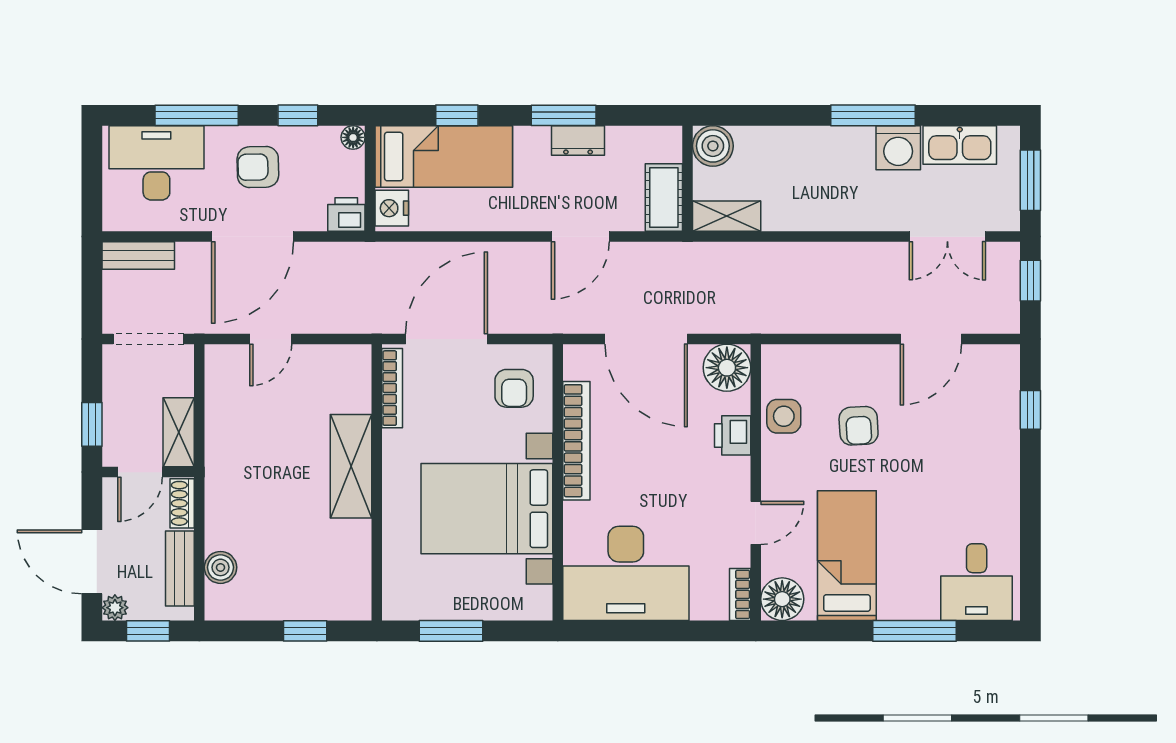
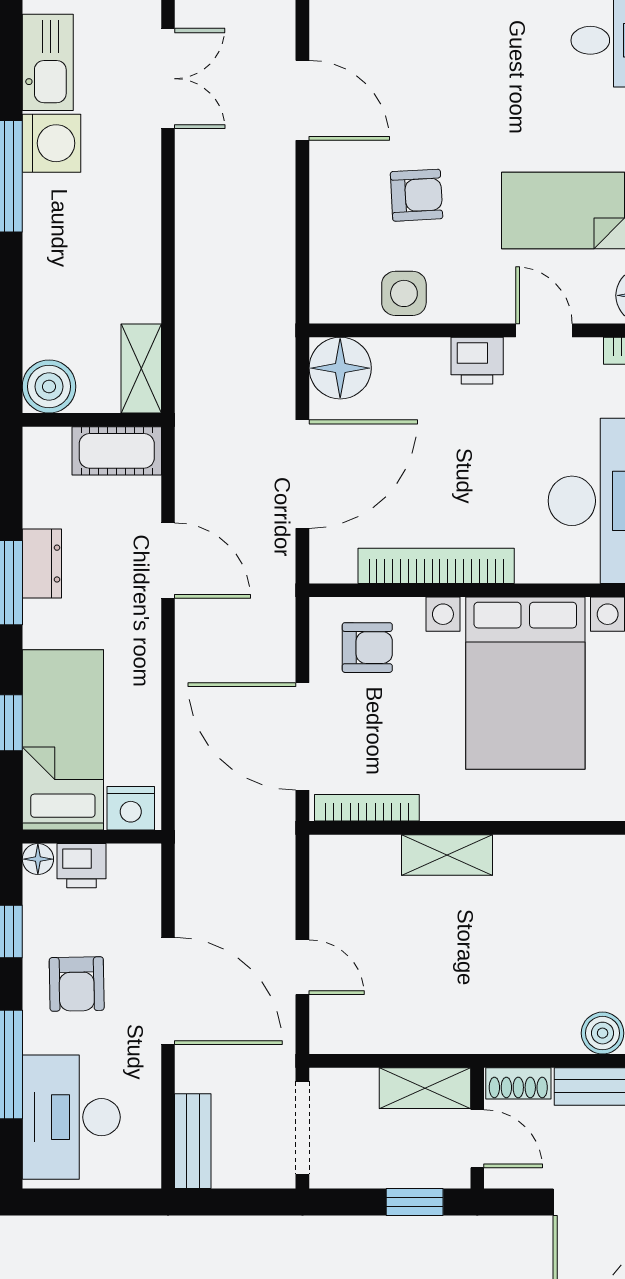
printer: (346, 215) -> (81, 866), moved, turned -90
printer: (733, 435) -> (477, 361), moved
shelving: (351, 466) -> (447, 855), width x0.67, depth x0.75

